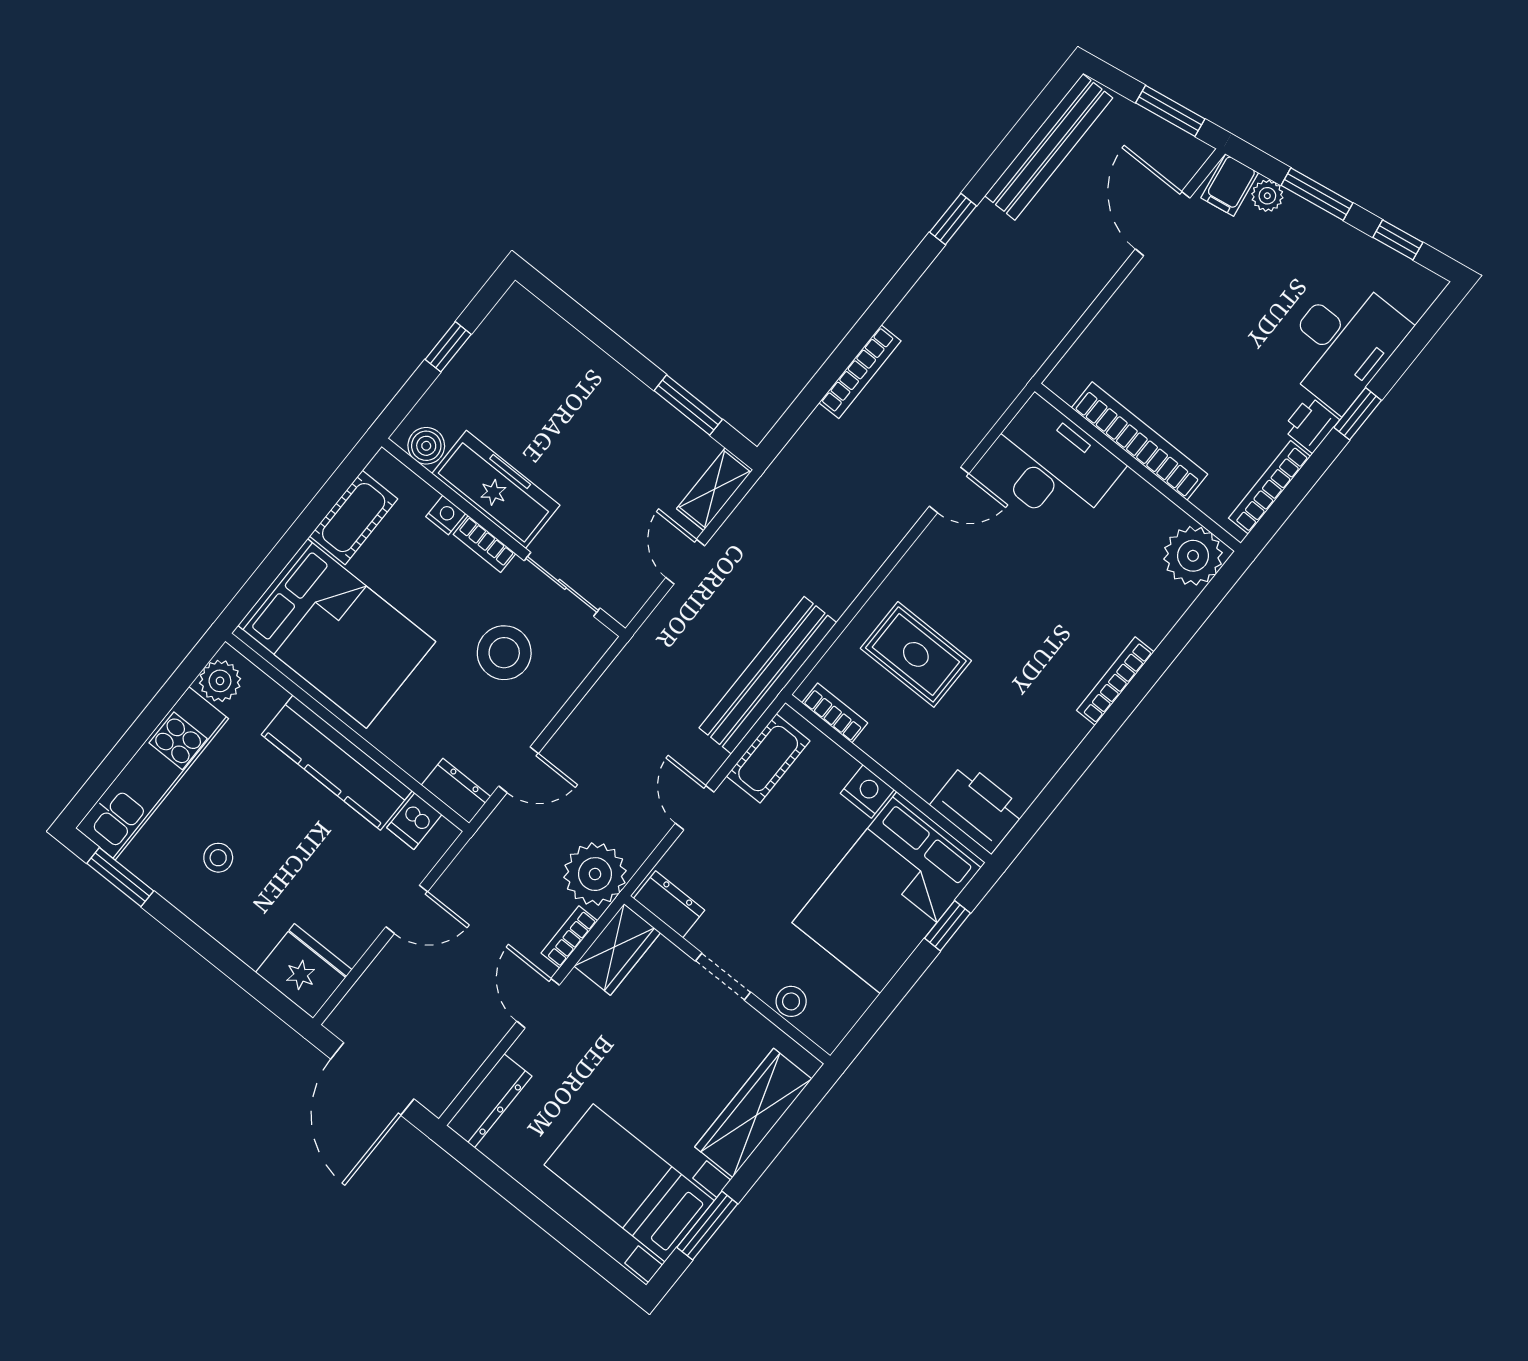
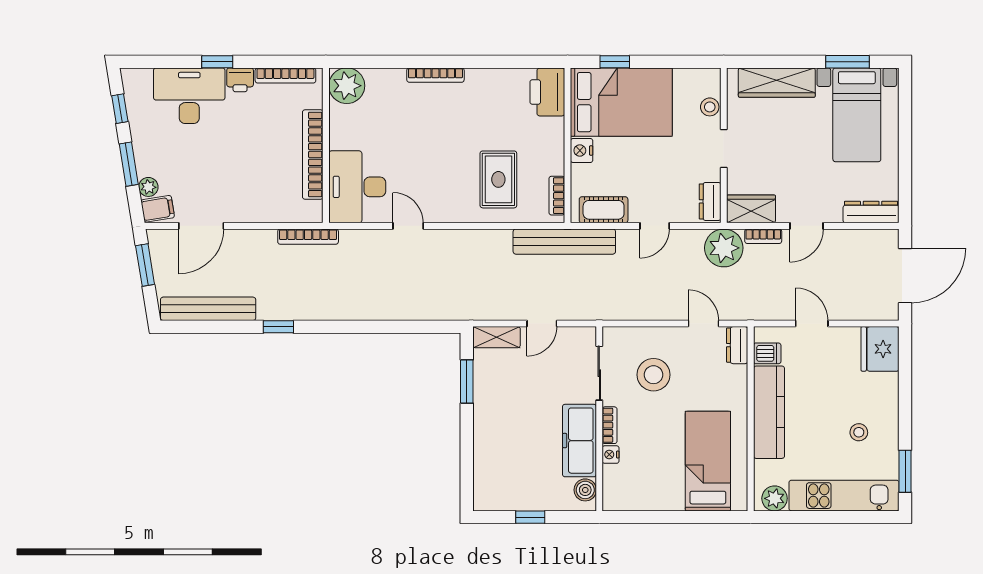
bookcase: (860, 372) -> (308, 237), moved, turned 180
cot: (354, 518) -> (647, 497), removed
bed: (337, 634) -> (708, 461), width x0.67

